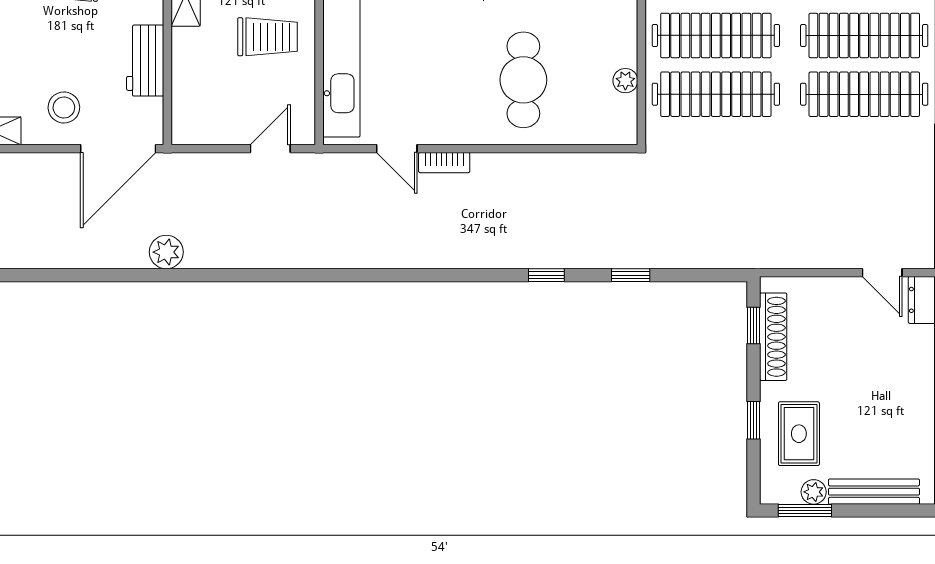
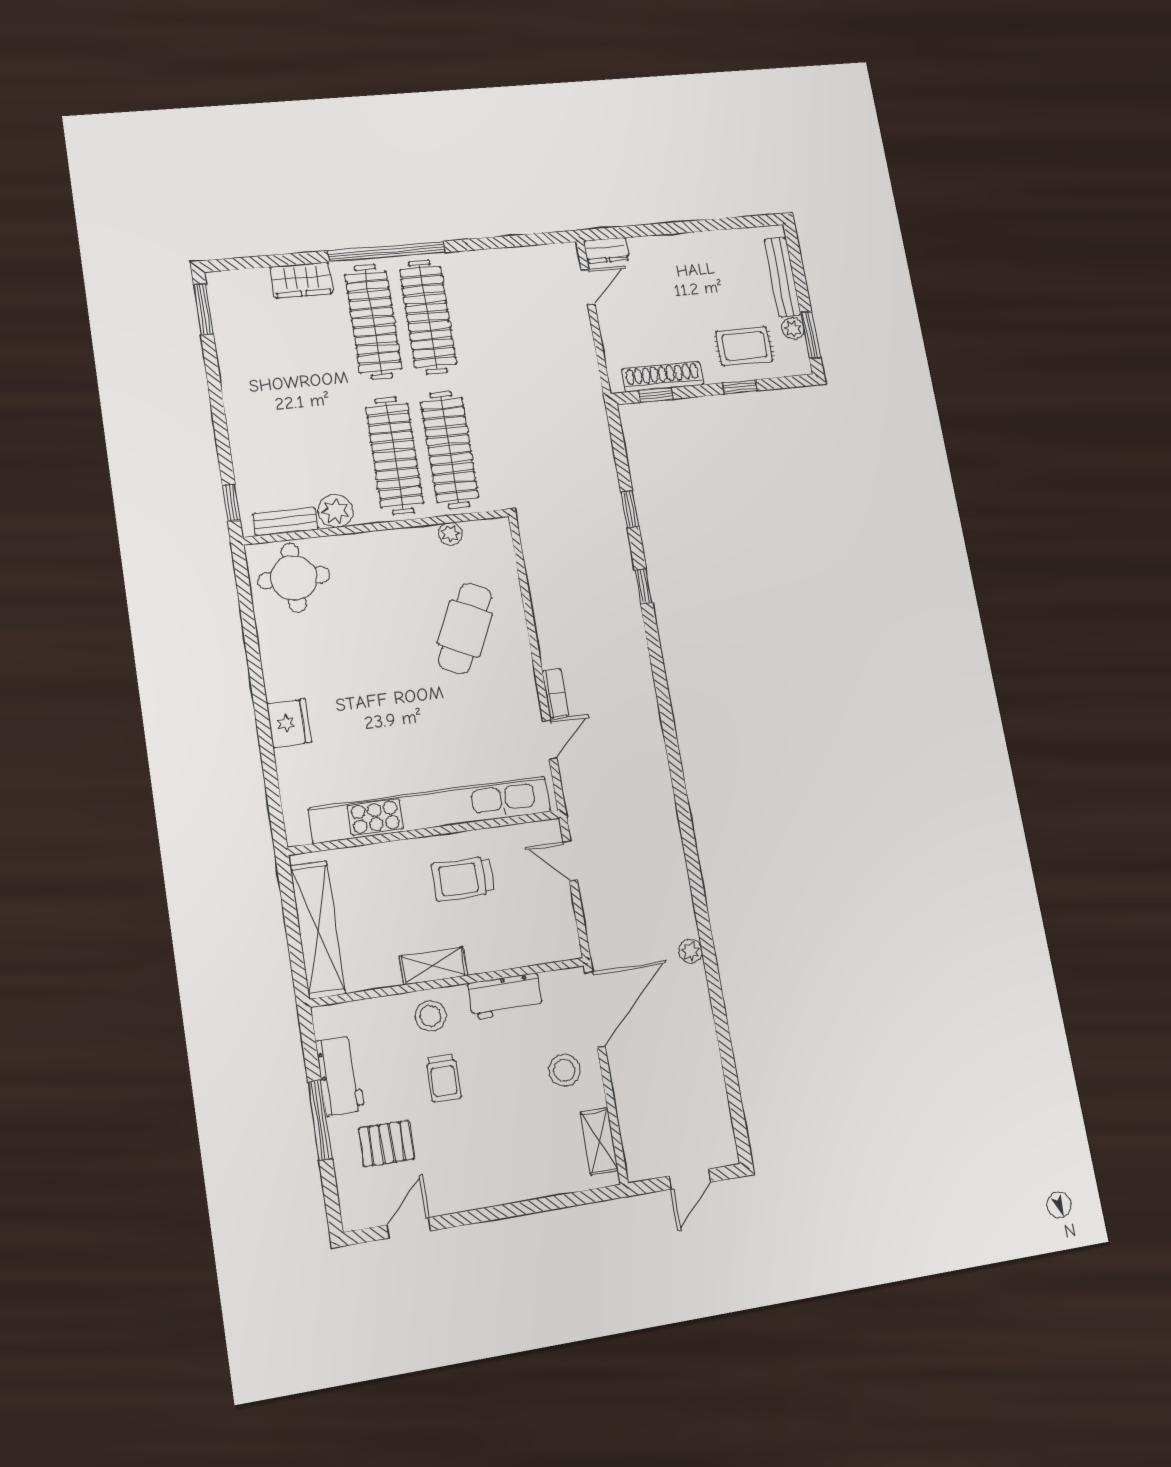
trolley: (267, 37) -> (463, 879), turned -90
cafe table: (523, 80) -> (465, 629), turned -64
door: (118, 149) -> (595, 1010), hinge flipped
plant: (166, 252) -> (691, 951), width x0.73, depth x0.73

